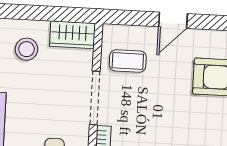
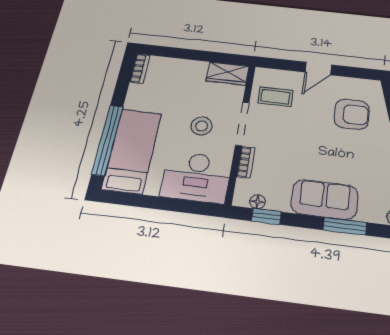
stool: (26, 49) -> (202, 126), moved

